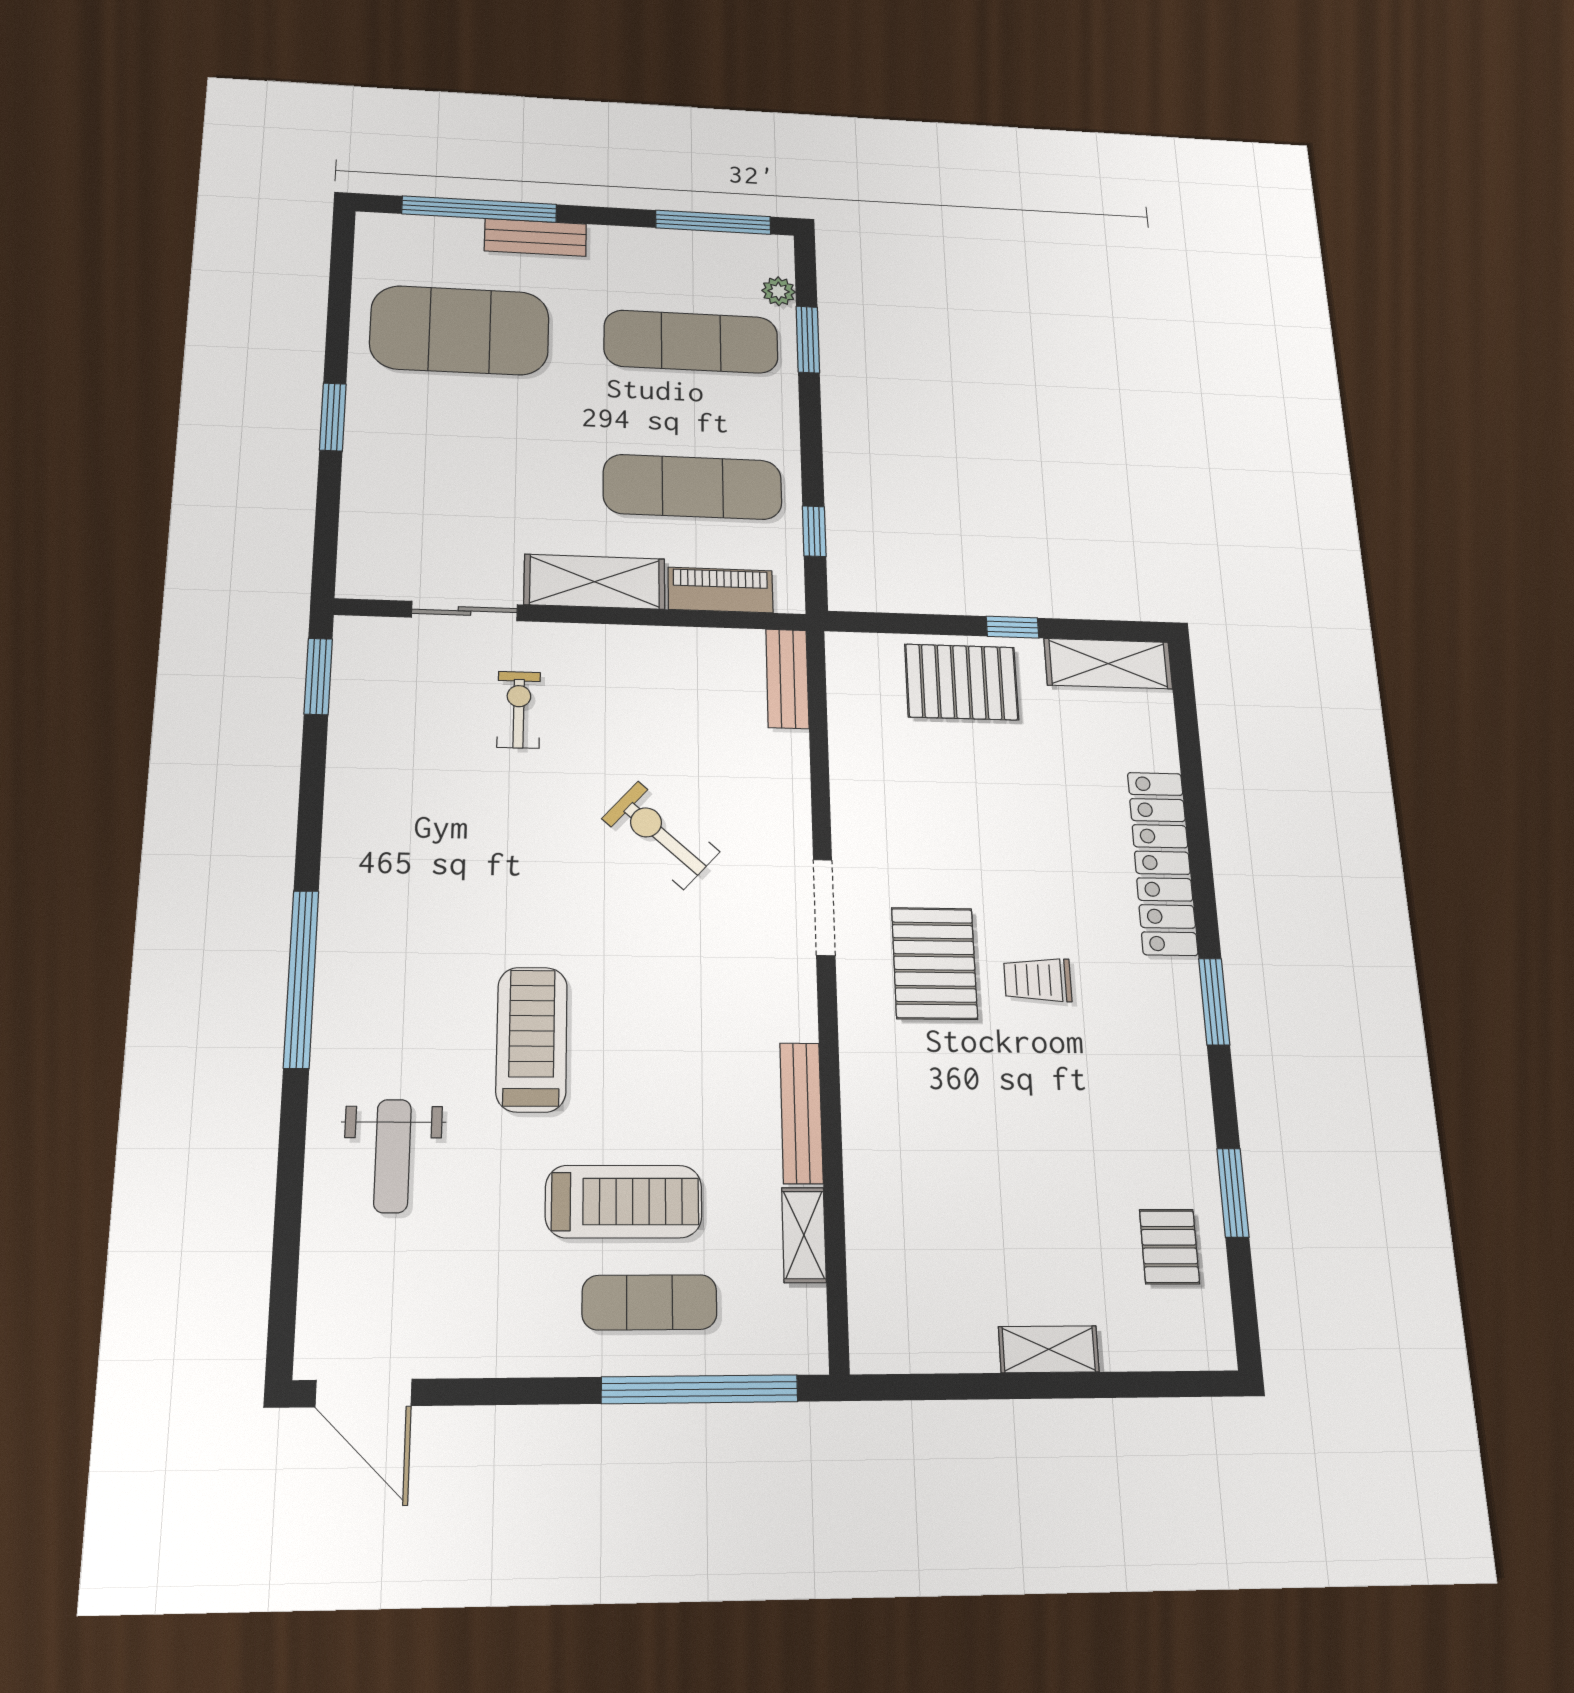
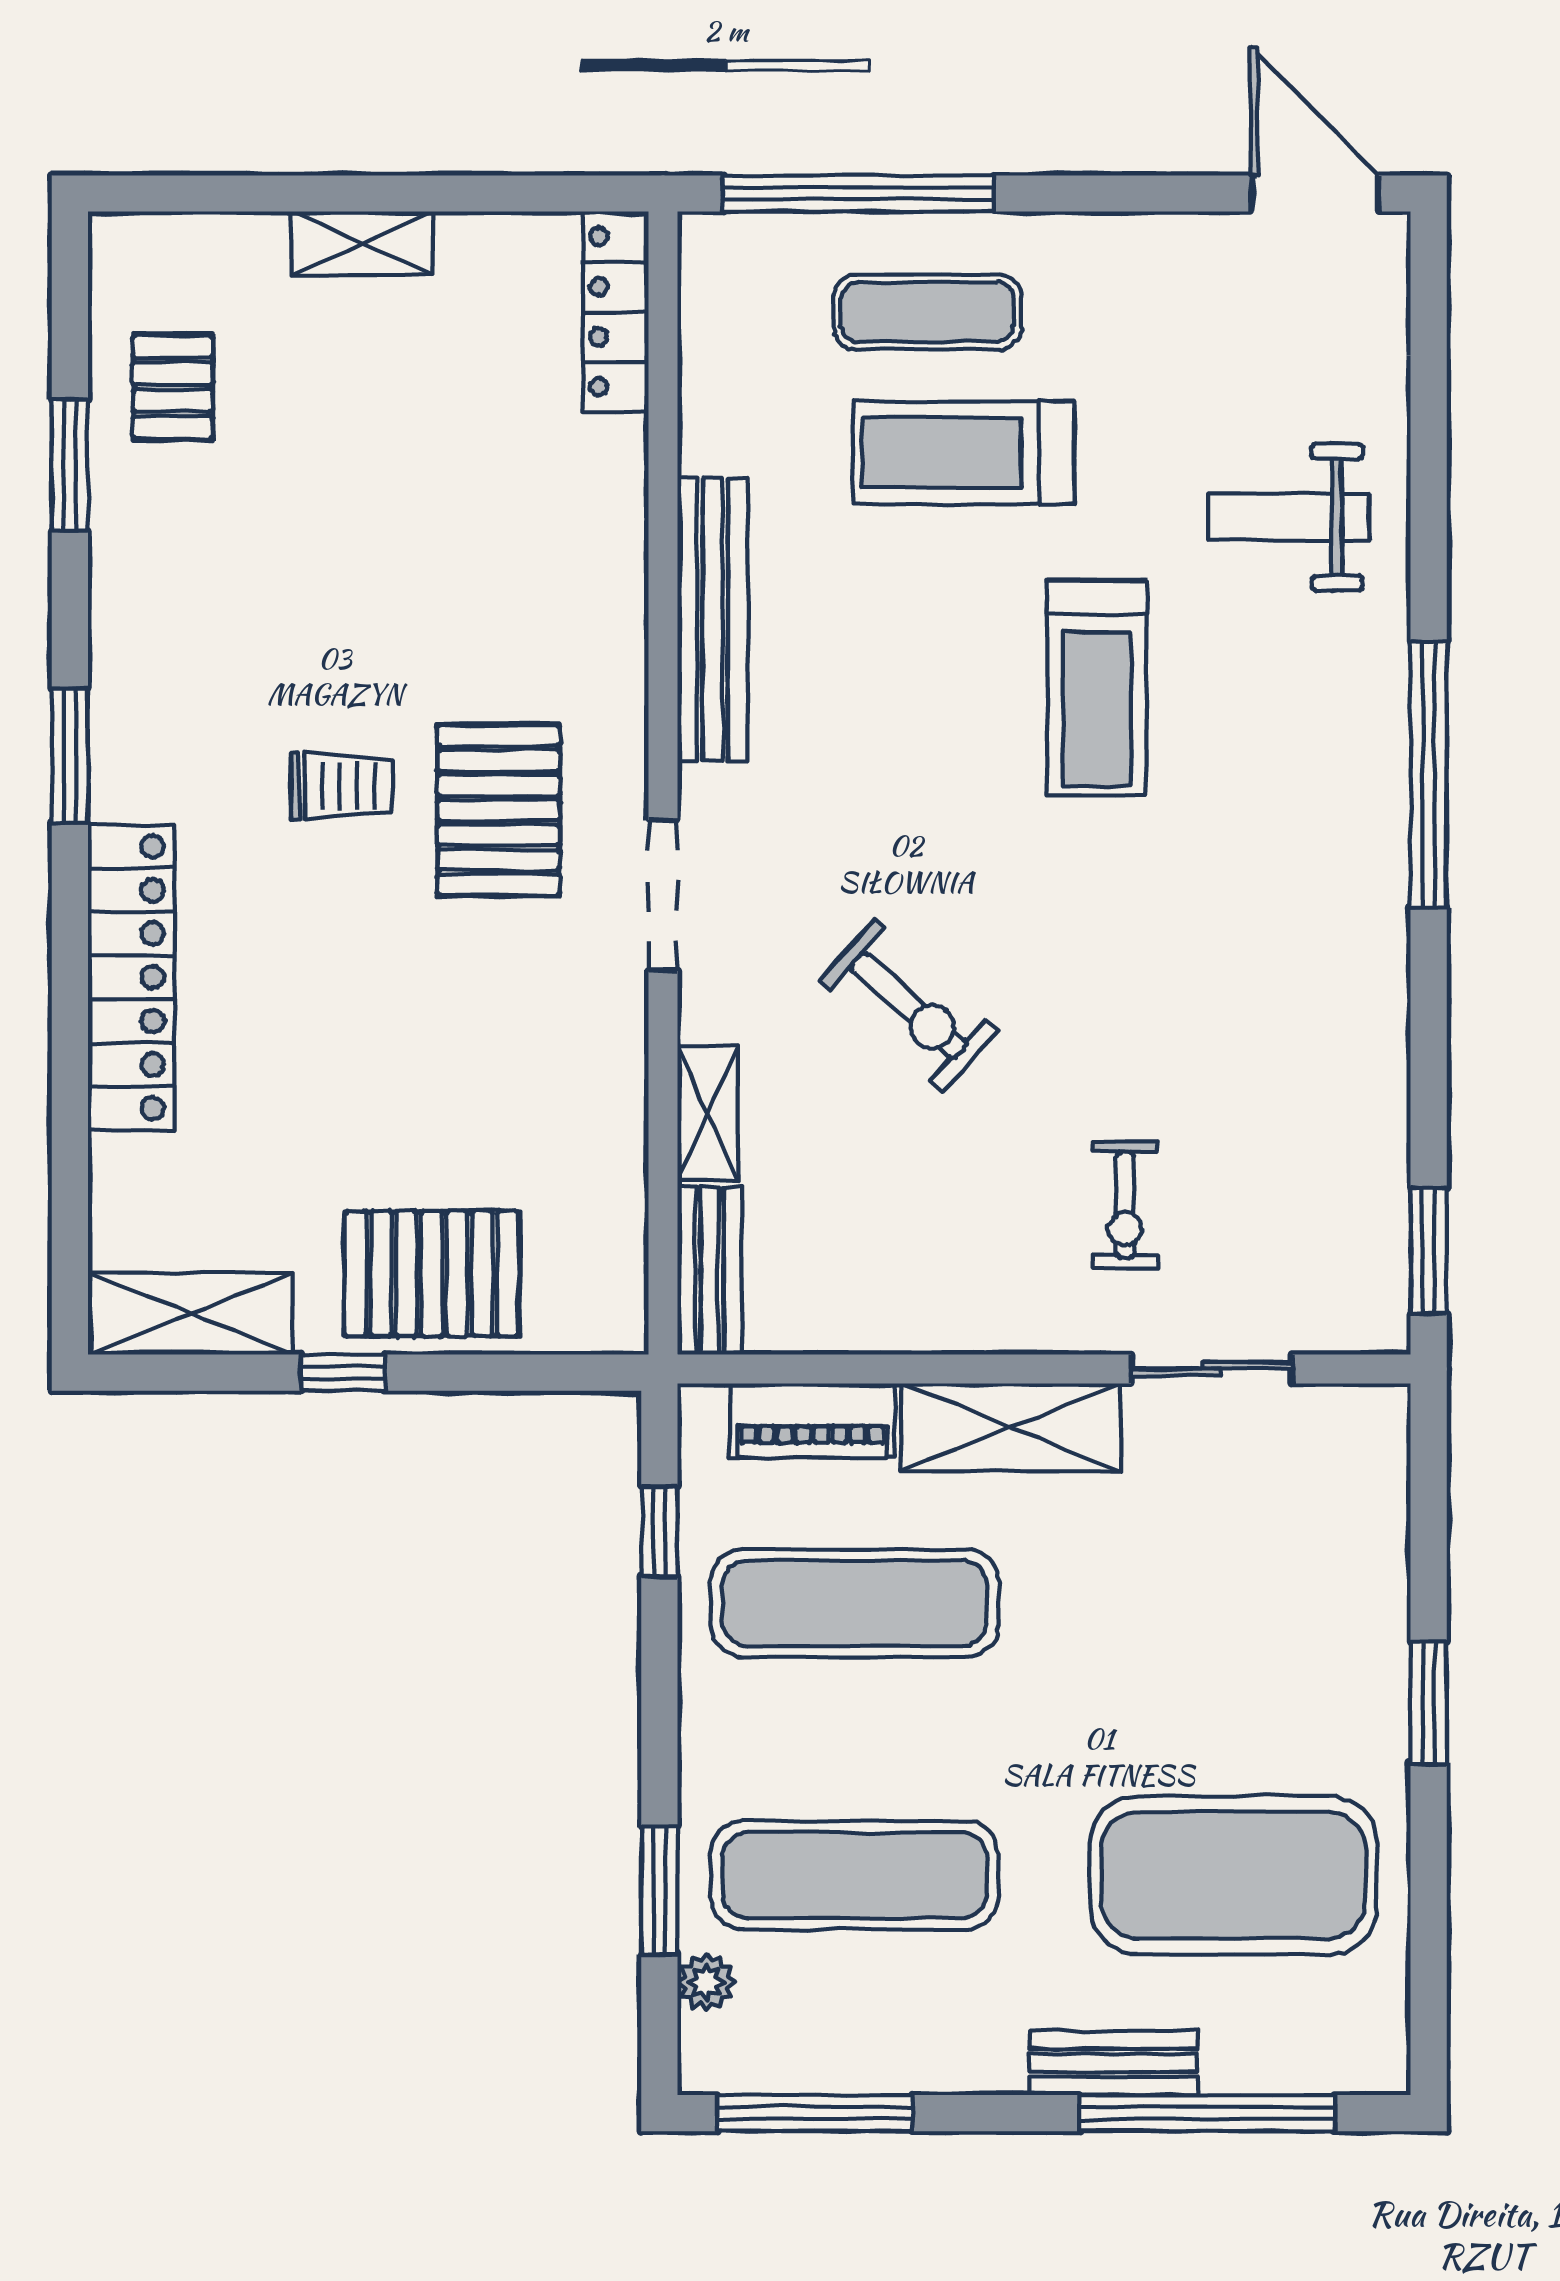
bench: (801, 1113) -> (713, 619), width x1.37, depth x1.21
weight bench: (392, 1156) -> (1289, 517), turned -90
shelving: (804, 1235) -> (708, 1114), moved
locker: (870, 1301) -> (615, 312), added

